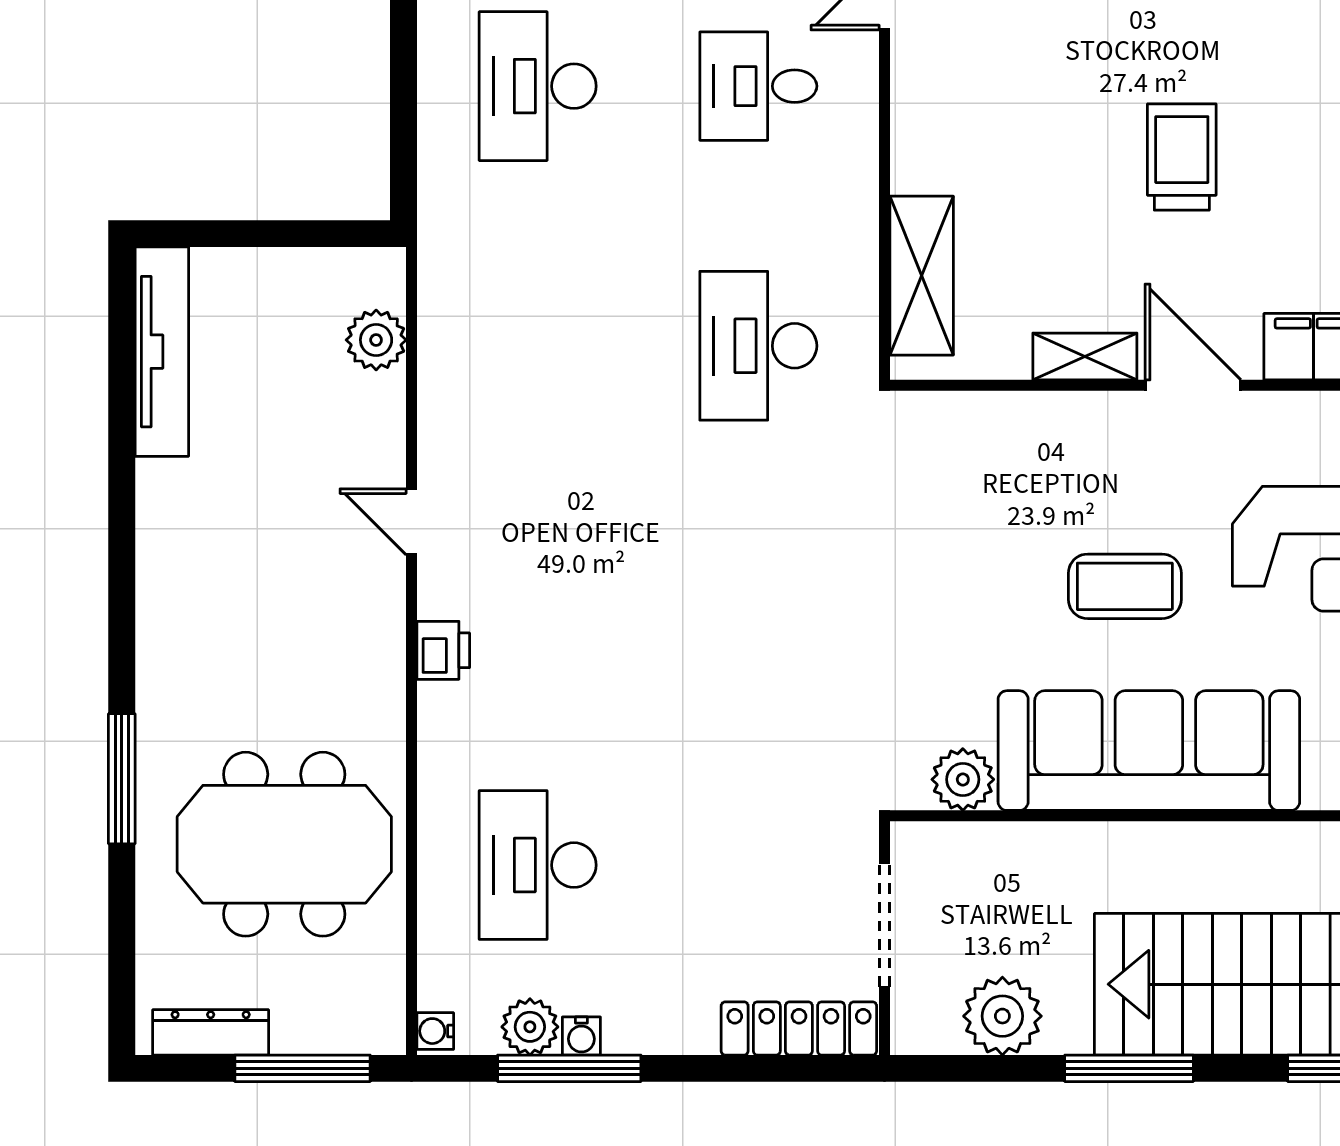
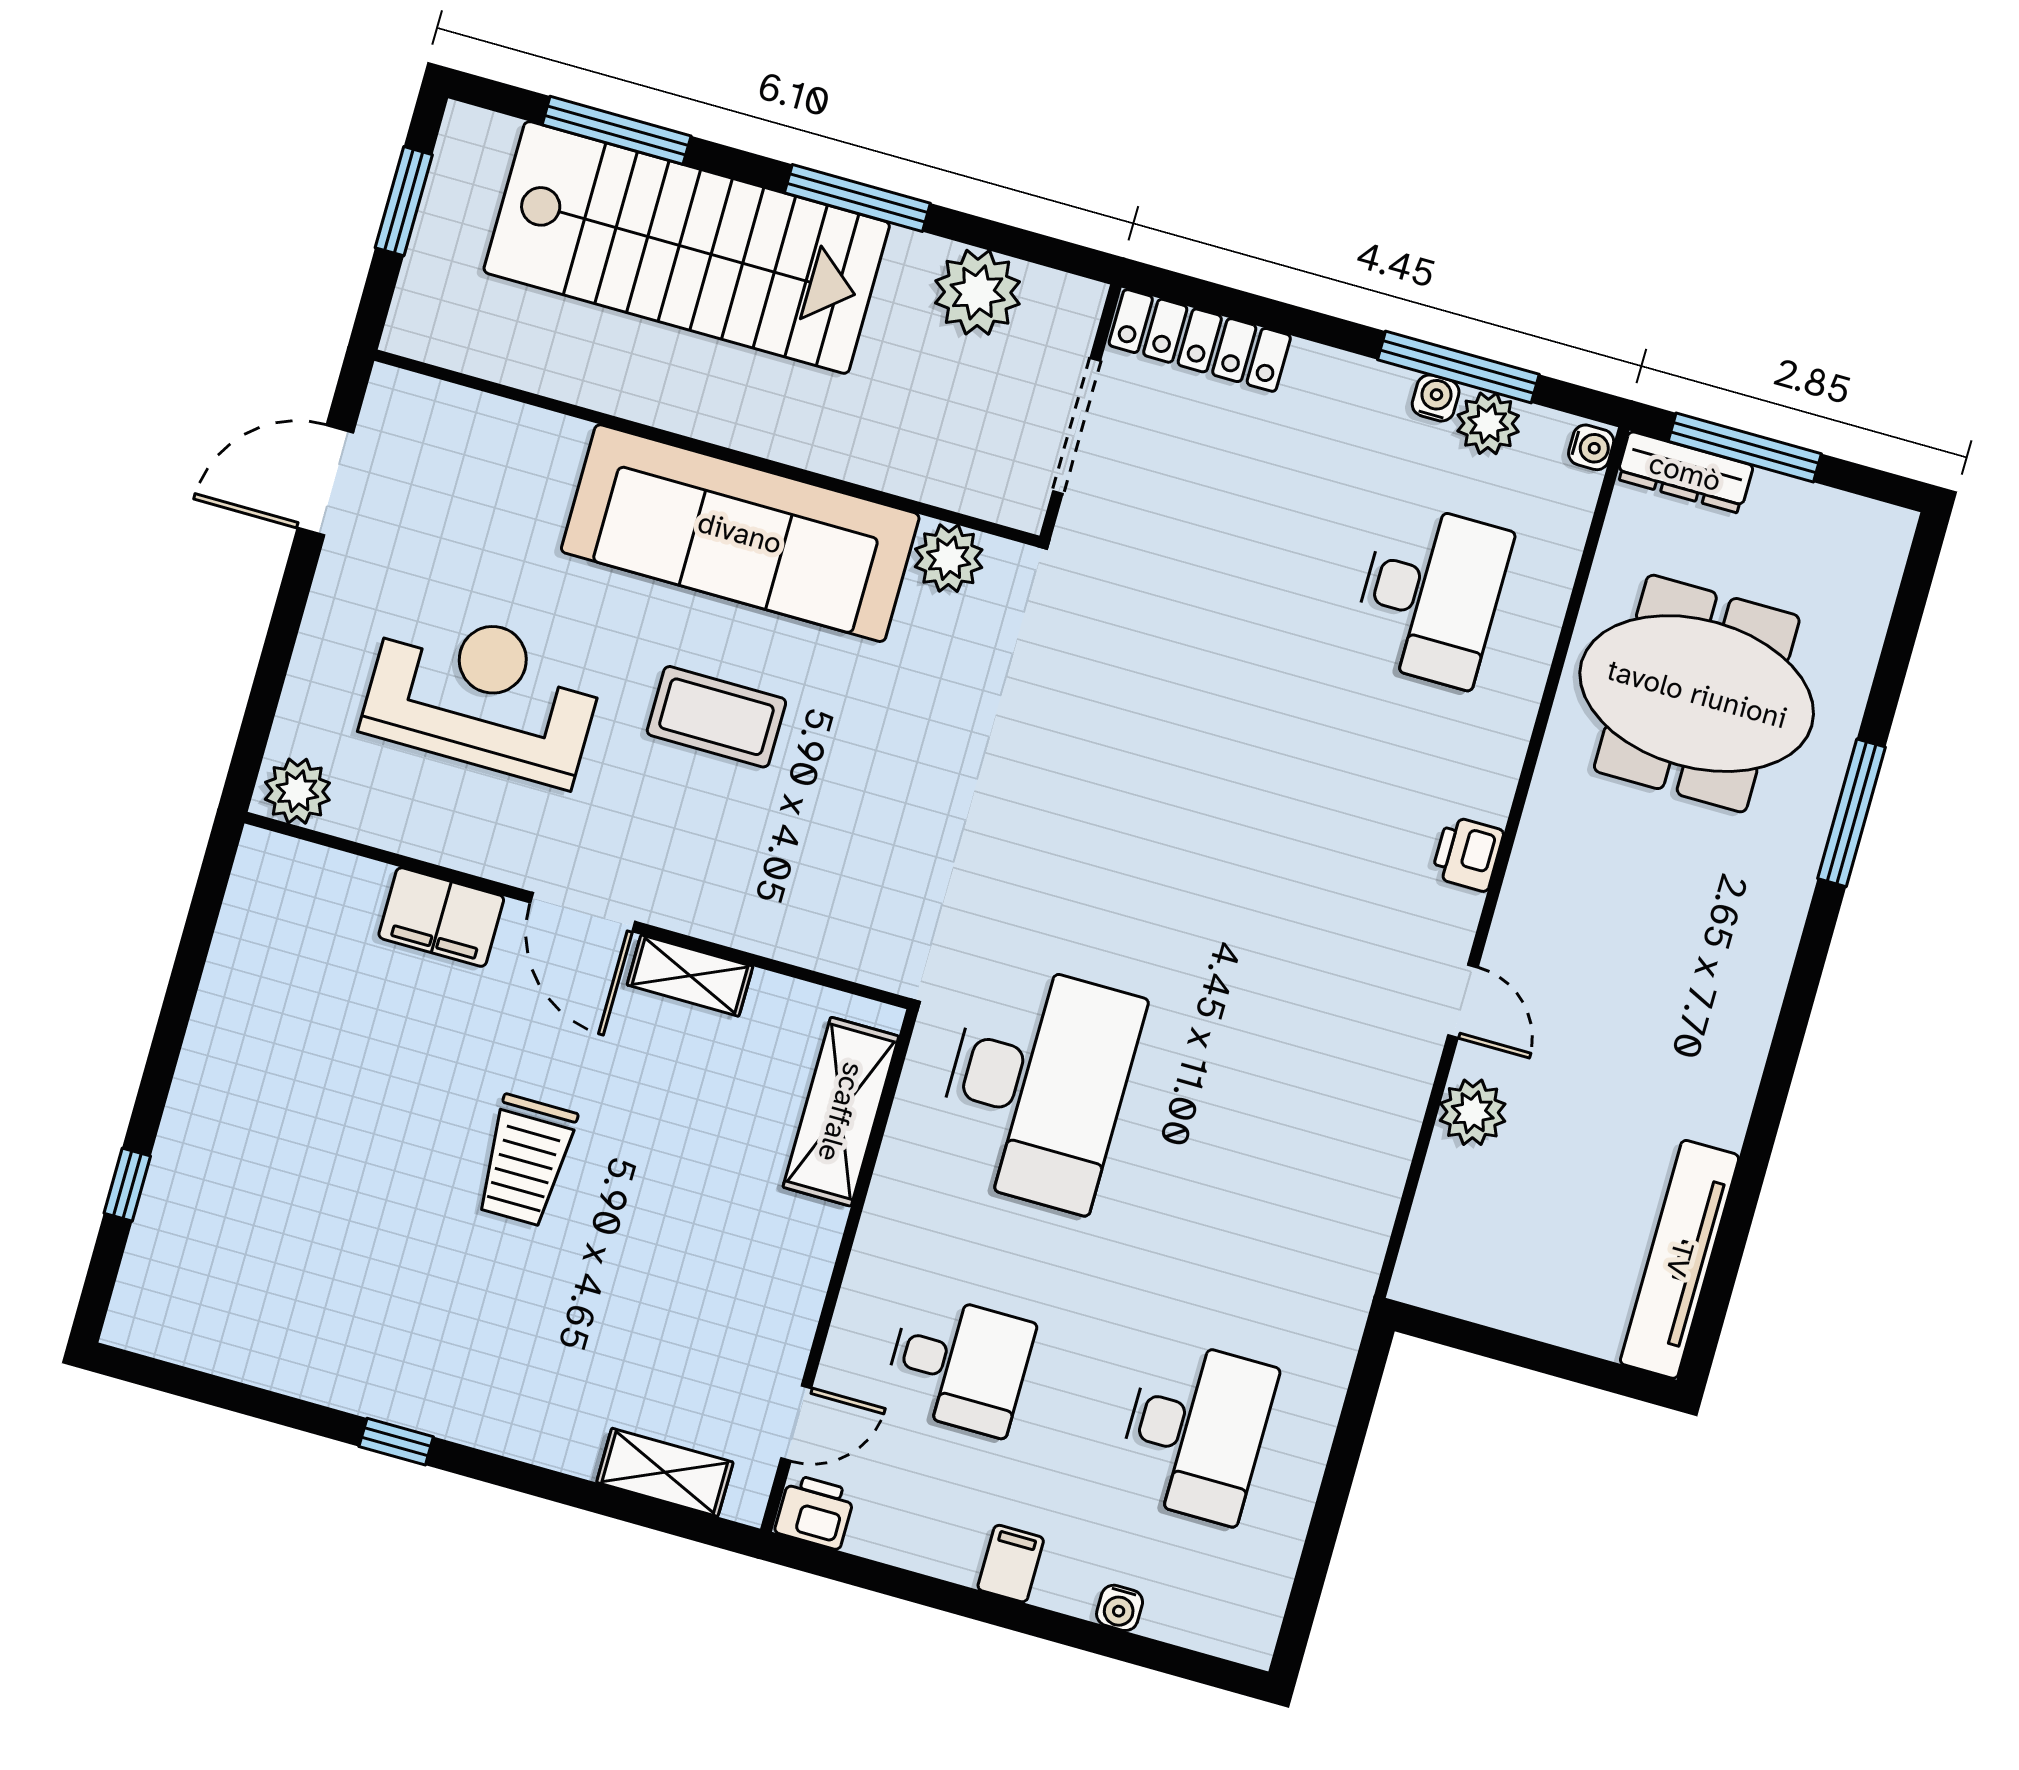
plant: (376, 340) -> (1473, 1112), moved
desk: (758, 346) -> (1037, 1086), width x1.36, depth x1.30
dresser: (211, 1032) -> (1685, 472), moved

